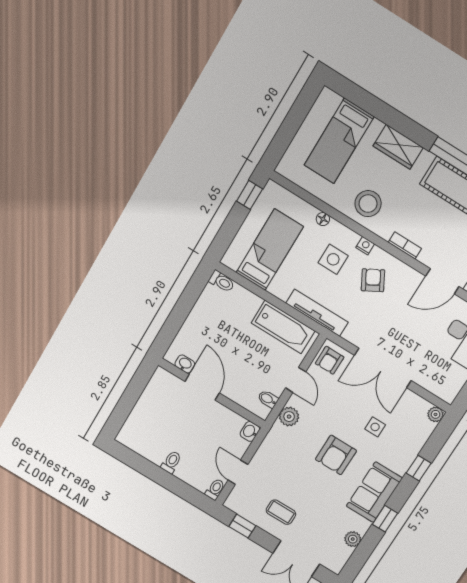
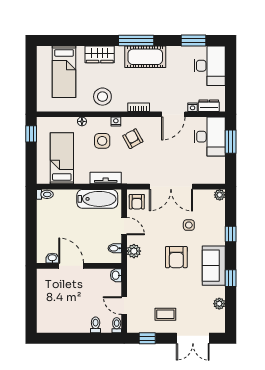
tv unit: (317, 313) -> (106, 178), width x0.71
toilet: (171, 462) -> (96, 325), moved

